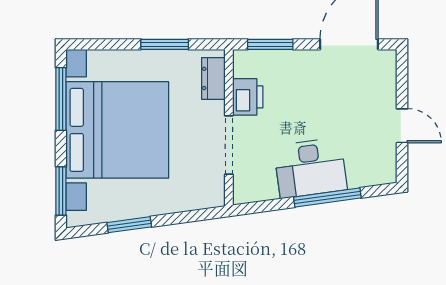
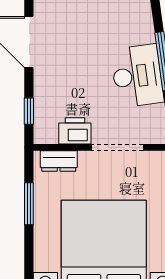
window: (270, 44) -> (29, 111), width x0.67

